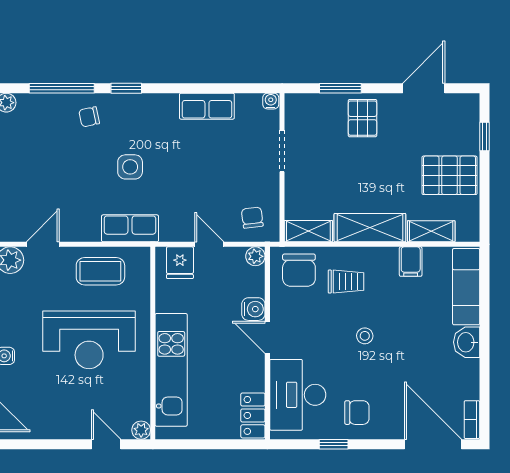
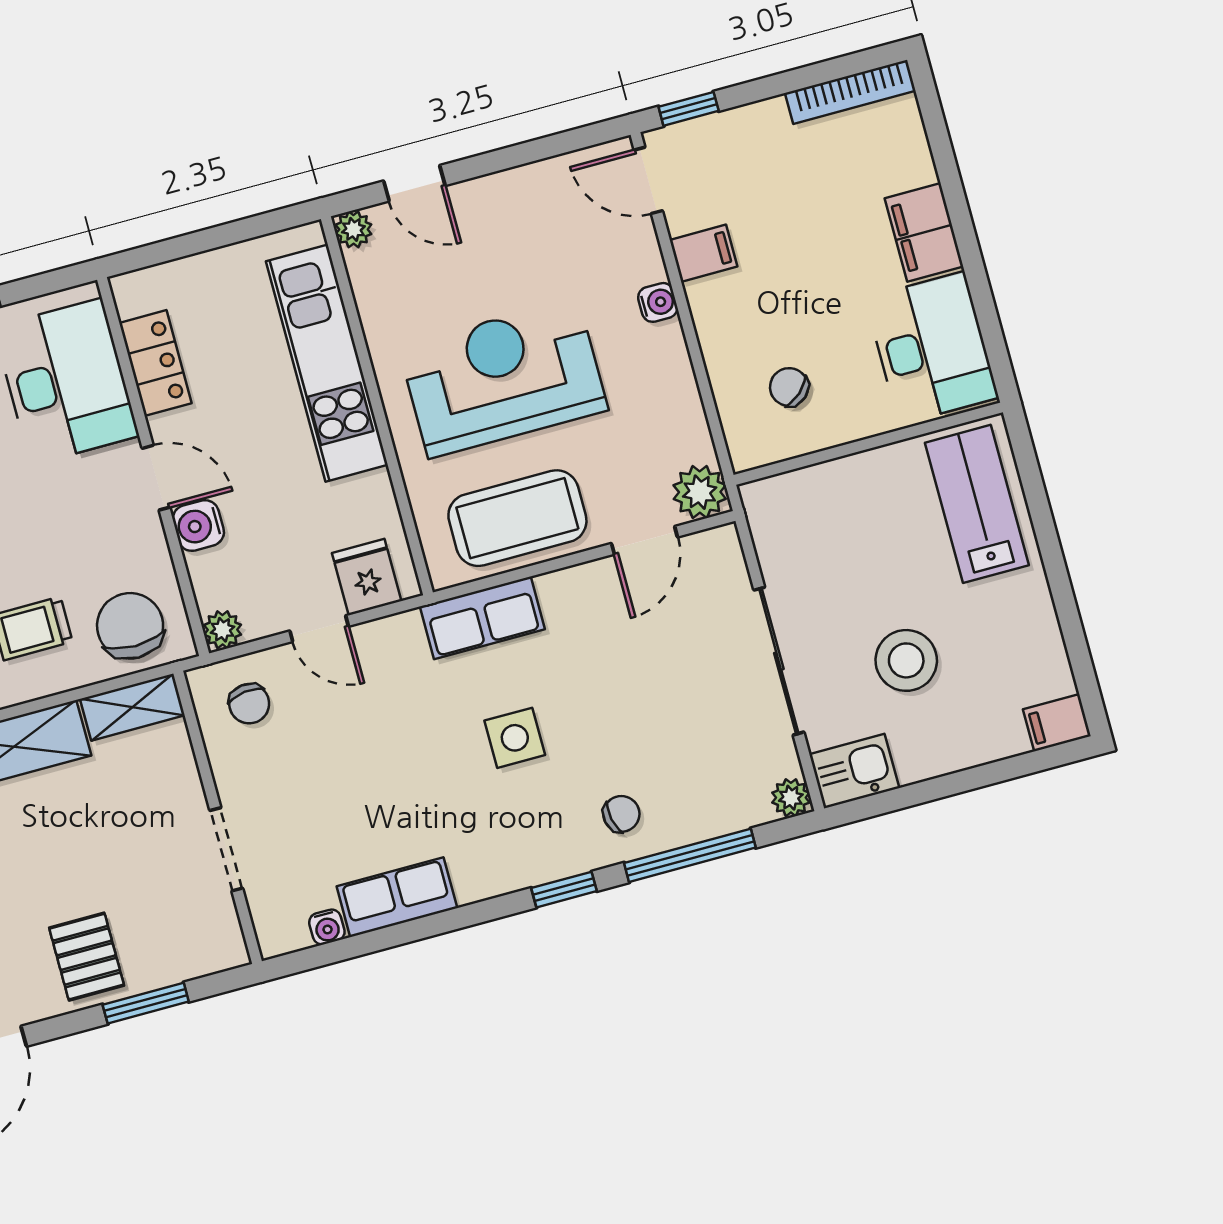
water cooler: (271, 101) -> (327, 927), moved
coffee table: (100, 271) -> (517, 518), width x1.36, depth x1.32
locker: (253, 415) -> (155, 363), moved

